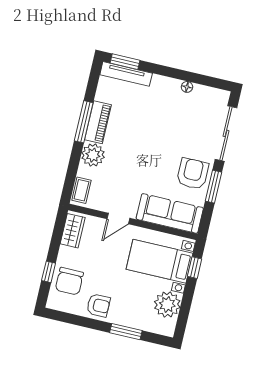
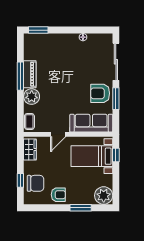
tv unit: (126, 74) -> (41, 38), removed
armchair: (193, 174) -> (100, 93), turned -90
chair: (69, 281) -> (36, 183), turned -90
plant: (167, 305) -> (104, 196), moved

